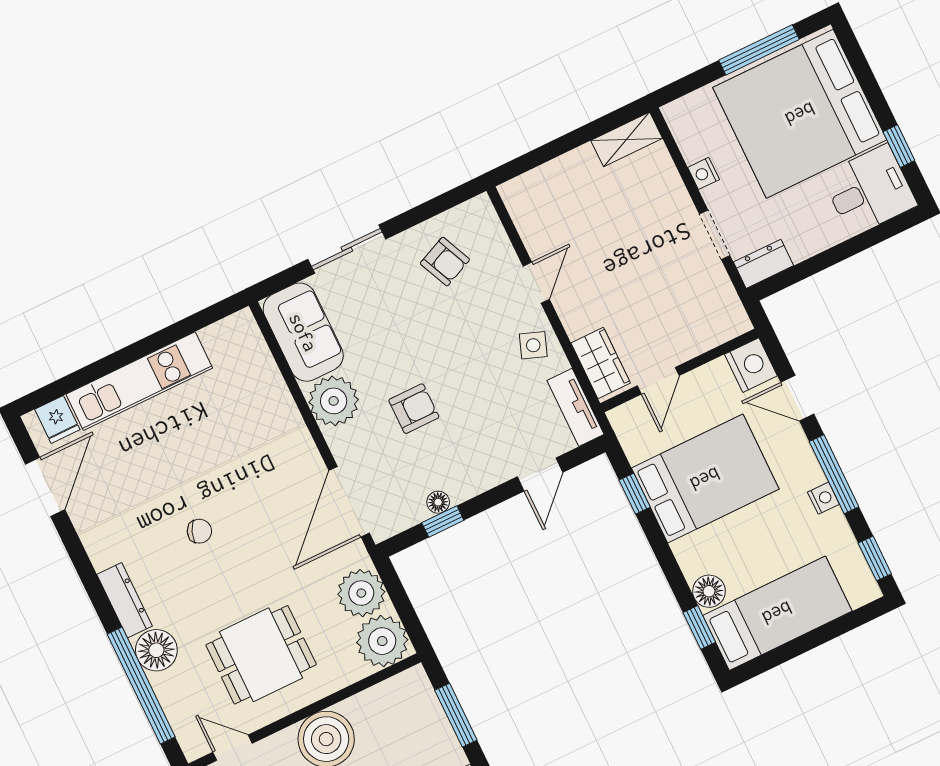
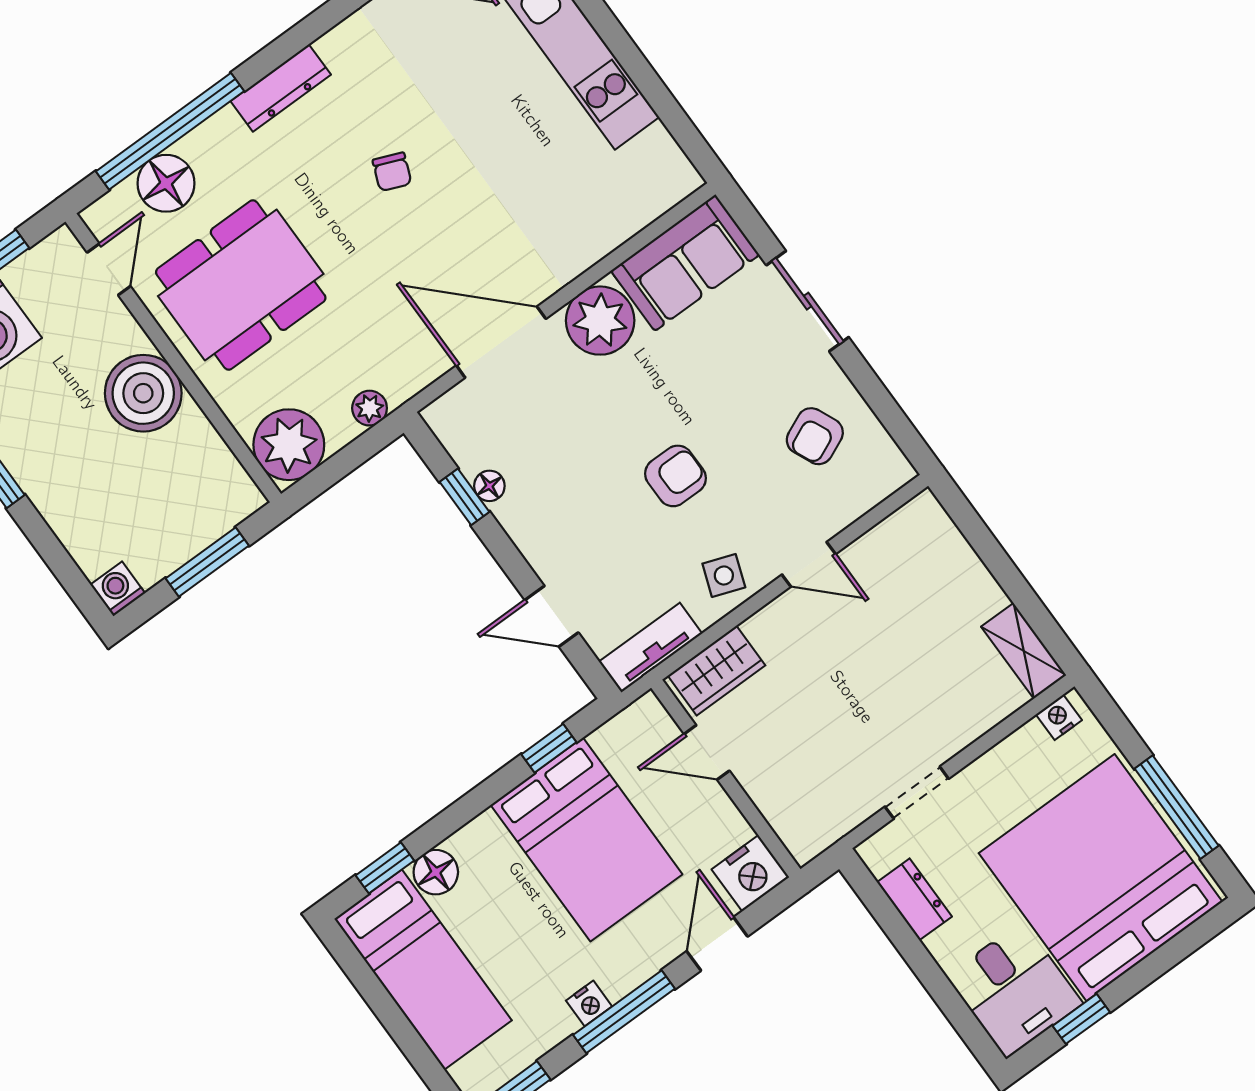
nightstand: (704, 173) -> (1059, 717), moved
dresser: (764, 264) -> (914, 899), moved
armchair: (414, 409) -> (675, 476), moved, turned -90
door: (349, 502) -> (501, 342), moved
plant: (361, 593) -> (370, 408), width x0.53, depth x0.53
floor lamp: (156, 650) -> (166, 183), moved
dining table: (261, 655) -> (241, 285), width x1.38

